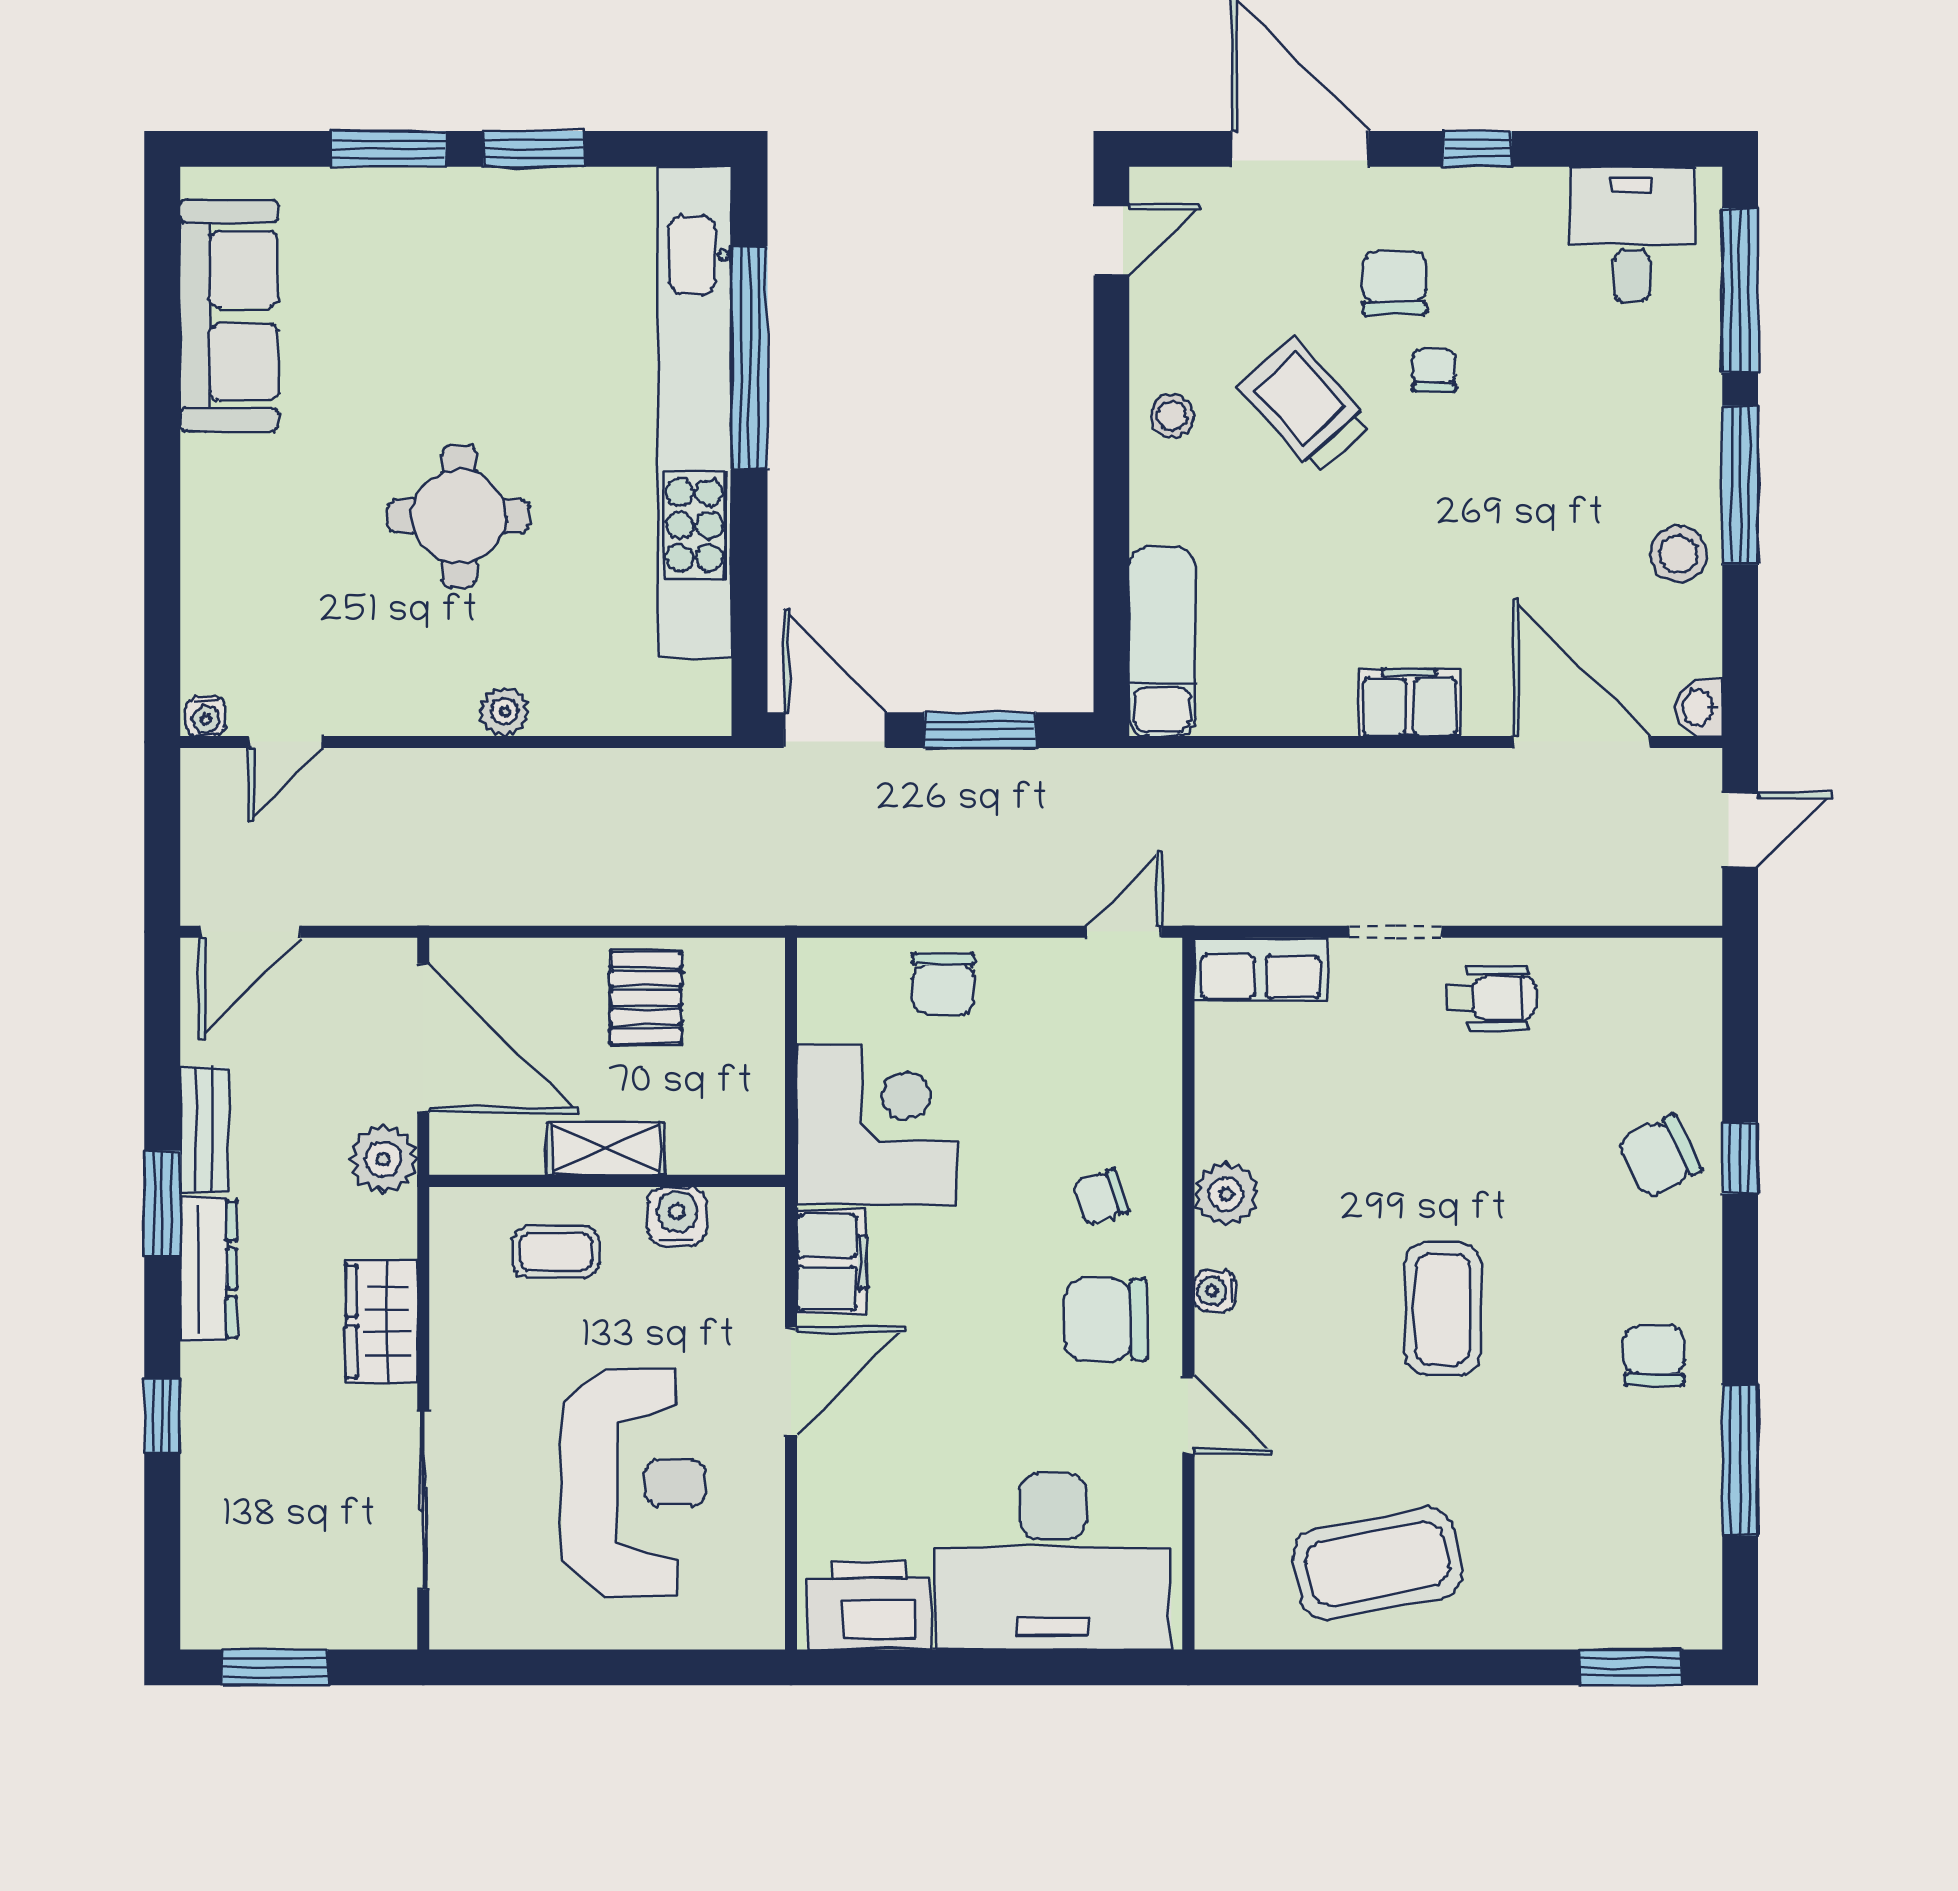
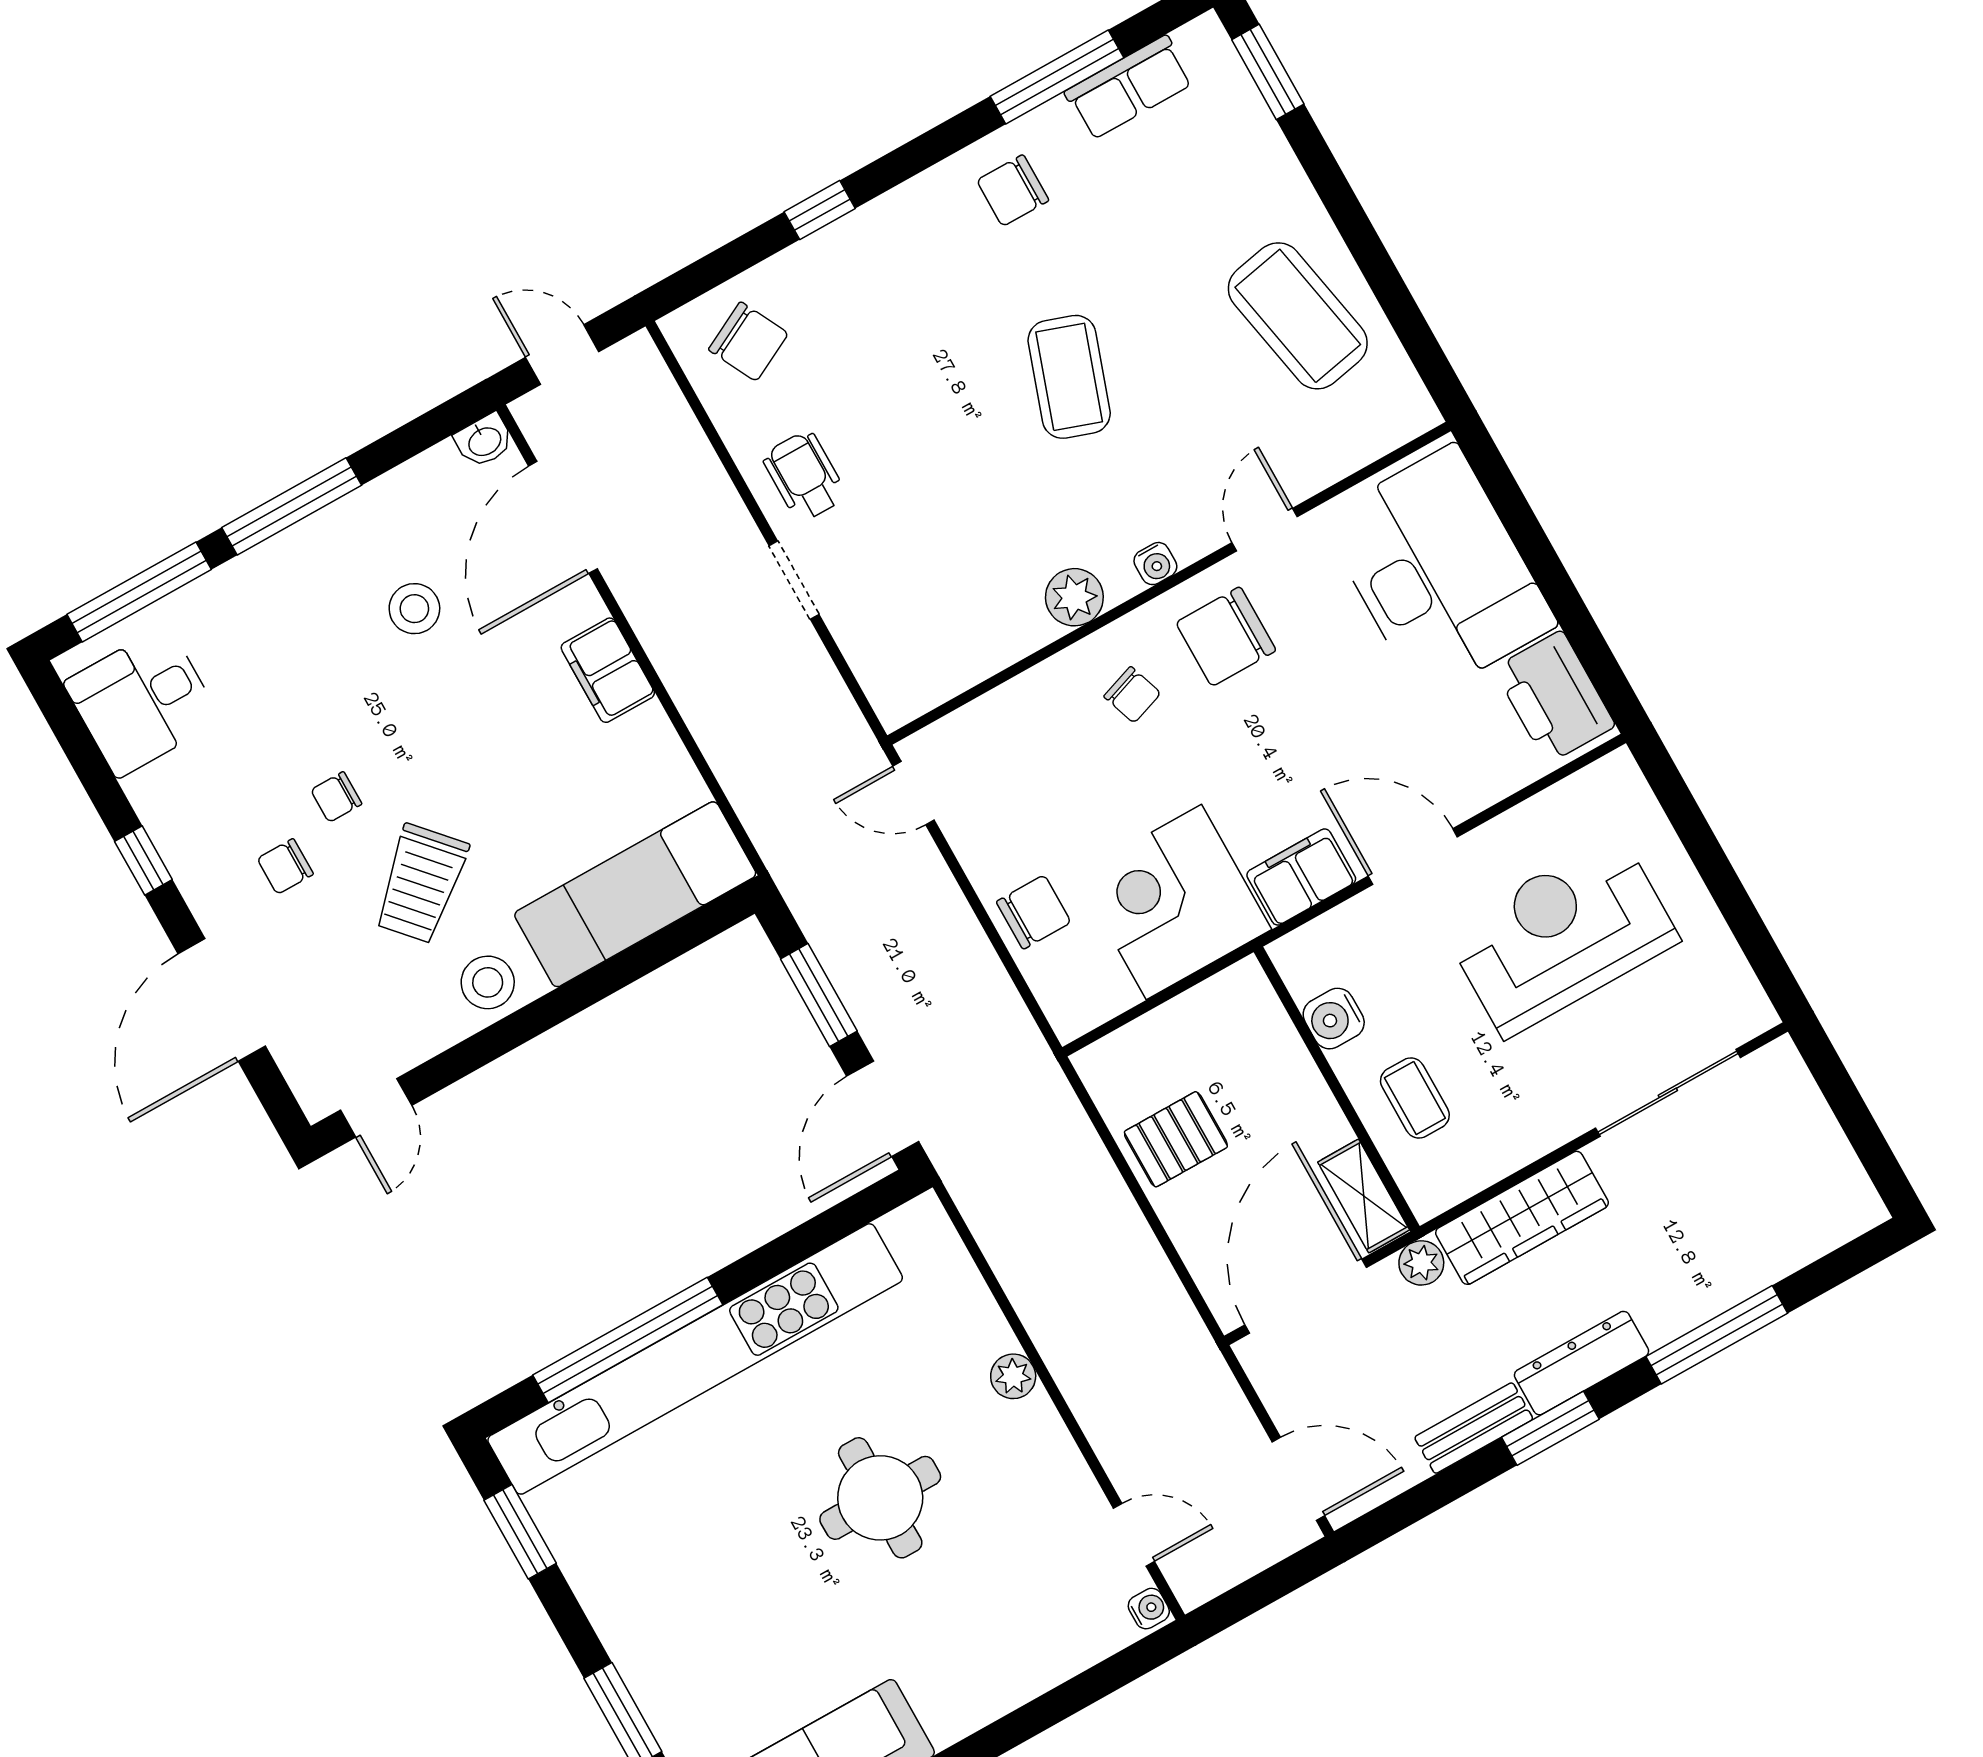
window: (534, 149) -> (520, 1532), moved
door: (1111, 240) -> (376, 1108), swing flipped
chair: (1395, 283) -> (285, 866), width x0.73, depth x0.73
stool: (1172, 416) -> (488, 982), width x1.37, depth x1.37
stool: (1678, 554) -> (414, 609), moved
exam couch: (1162, 641) -> (635, 894), width x1.36, depth x1.45
row of seats: (1261, 969) -> (1129, 88), moved, turned 90
shelving: (606, 1149) -> (1364, 1196), moved
chair: (1660, 1156) -> (748, 342), moved
plant: (383, 1159) -> (1421, 1263), width x0.73, depth x0.73
coffee table: (1443, 1309) -> (1069, 377), turned -71
chair: (1106, 1320) -> (1226, 637), turned 90
wardrobe: (382, 1321) -> (1522, 1218), width x1.50
window: (162, 1416) -> (1717, 1335), width x2.17
window: (275, 1667) -> (1864, 1135), removed

